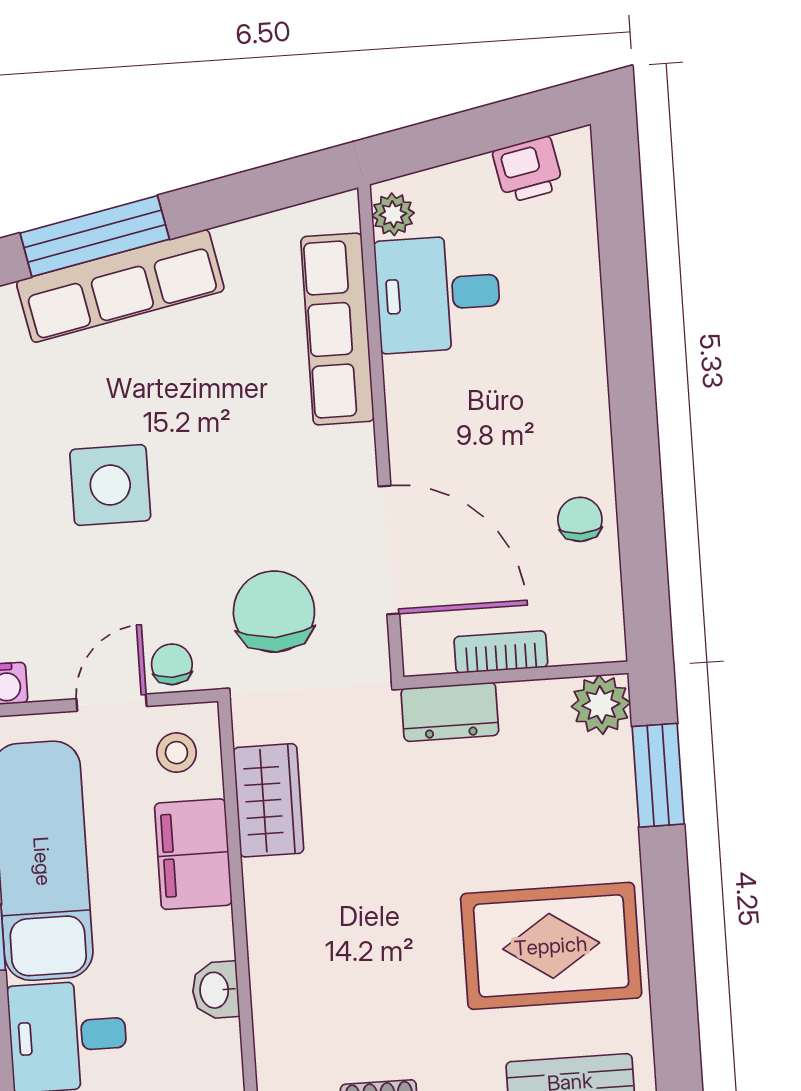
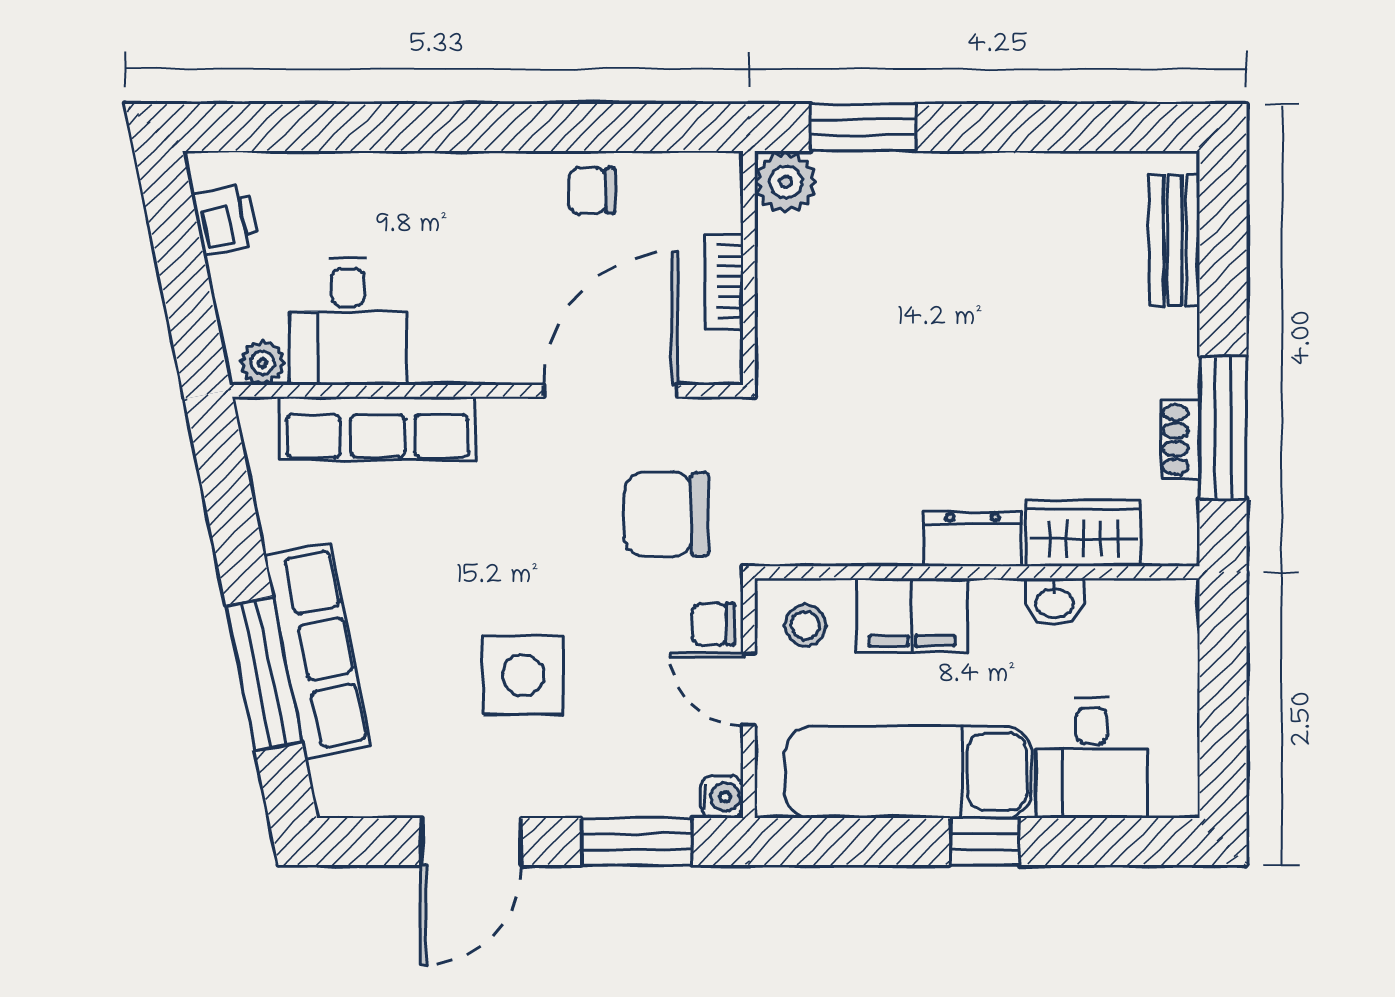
dresser: (450, 712) -> (973, 539), moved, turned -90
wardrobe: (269, 800) -> (1084, 533), moved
rug: (551, 946) -> (1032, 250), removed

